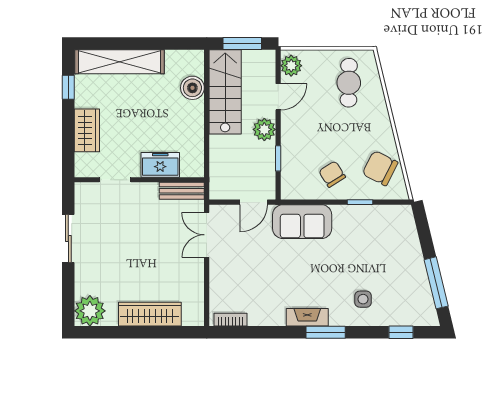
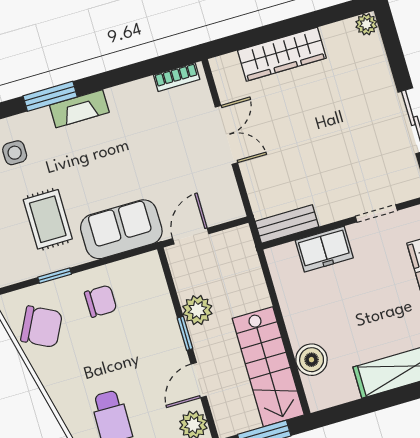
plant: (264, 129) -> (197, 310), moved
window: (278, 158) -> (185, 333), moved
chair: (332, 174) -> (101, 301), turned -58
double door: (207, 235) -> (226, 135), moved
rug: (353, 244) -> (48, 219), added
plant: (90, 311) -> (366, 24), width x0.53, depth x0.53

